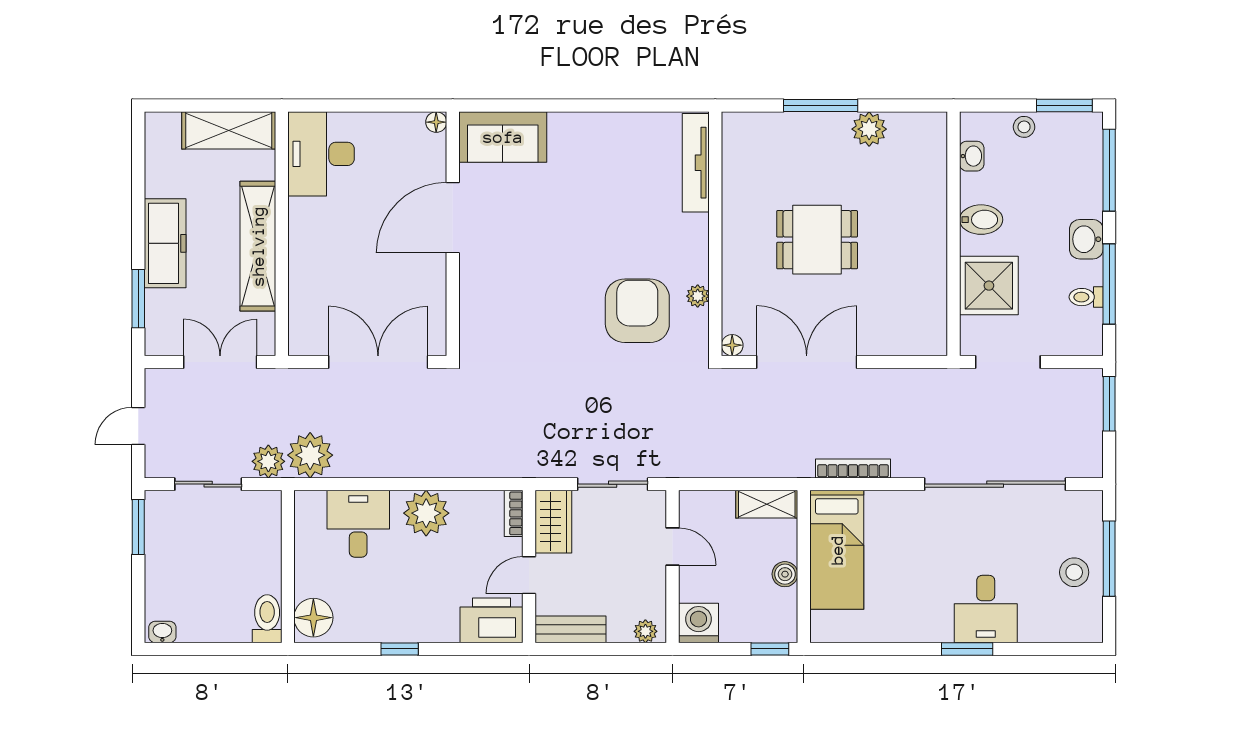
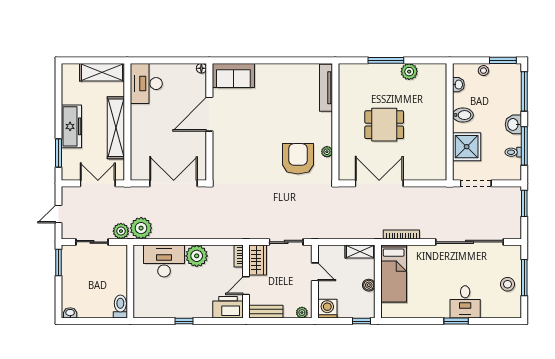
floor lamp: (732, 345) -> (343, 175), removed
desk: (358, 524) -> (164, 261), width x1.37
floor lamp: (313, 618) -> (143, 306), removed

